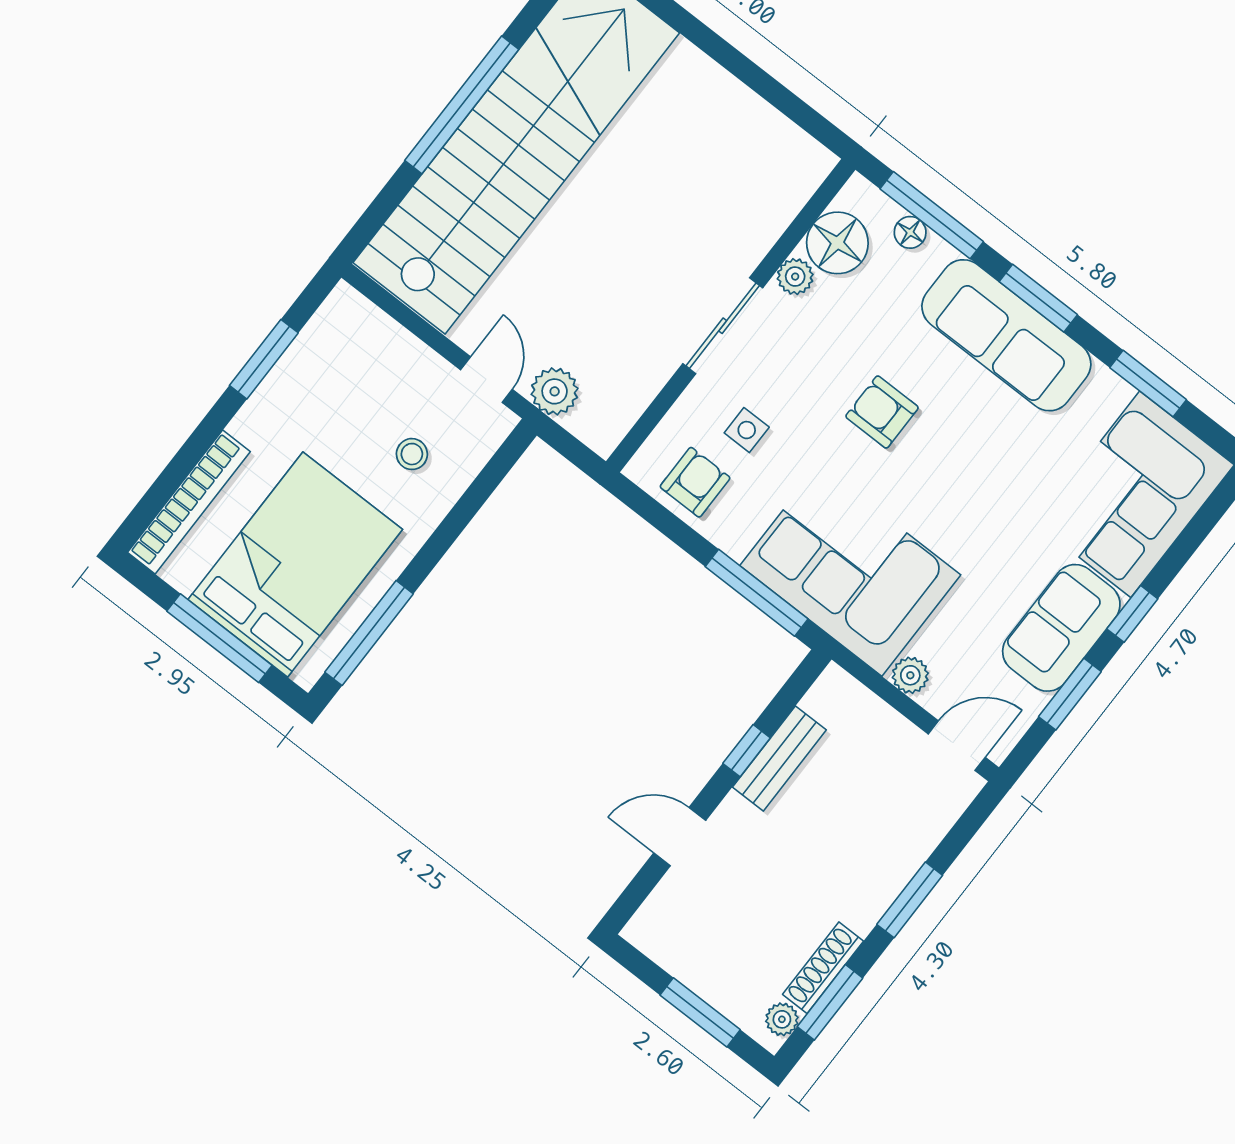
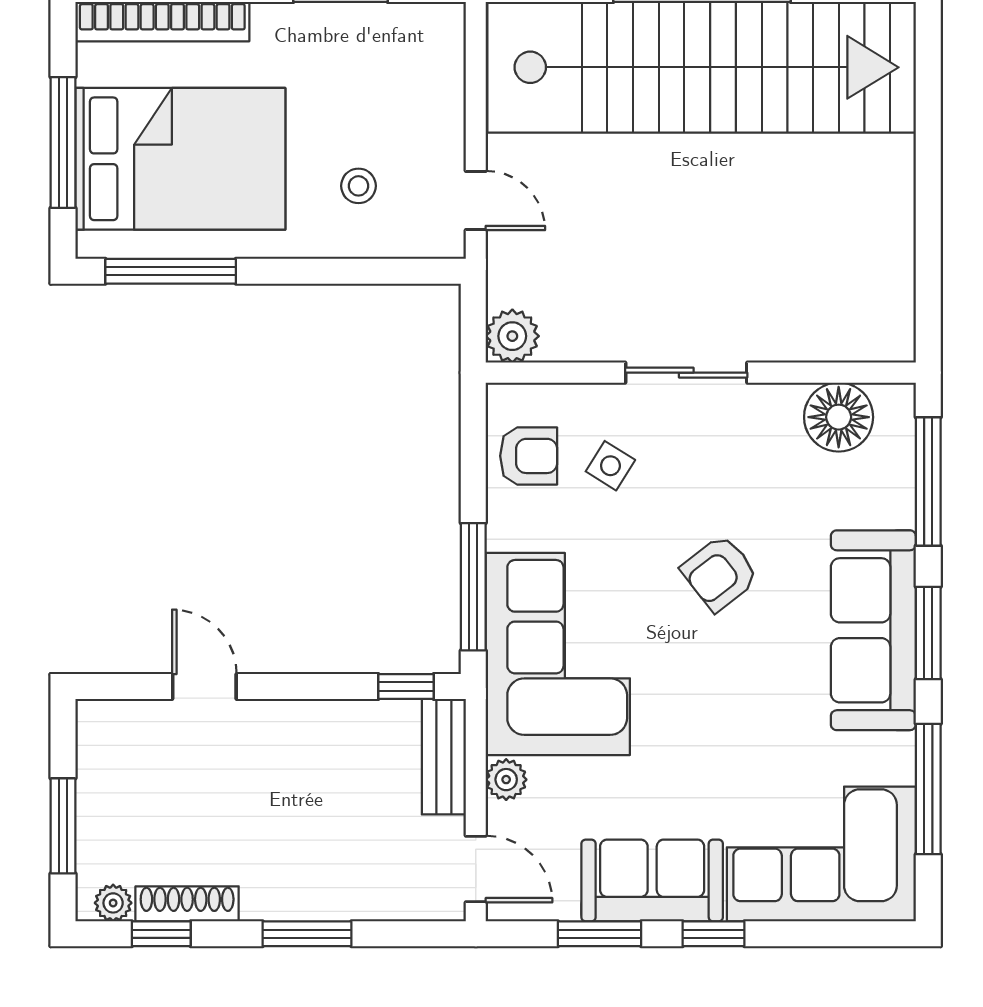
floor lamp: (910, 232) -> (898, 474), removed
plant: (795, 277) -> (780, 403), removed
door: (486, 380) -> (476, 200), hinge flipped
window: (1148, 384) -> (928, 789), width x1.44
plant: (555, 391) -> (512, 336), moved
armchair: (882, 412) -> (720, 573), turned -128
side table: (747, 430) -> (610, 466), turned 32
window: (747, 751) -> (406, 687), moved
bench: (779, 758) -> (444, 757), moved, turned 90
window: (830, 1002) -> (161, 934), width x0.67

